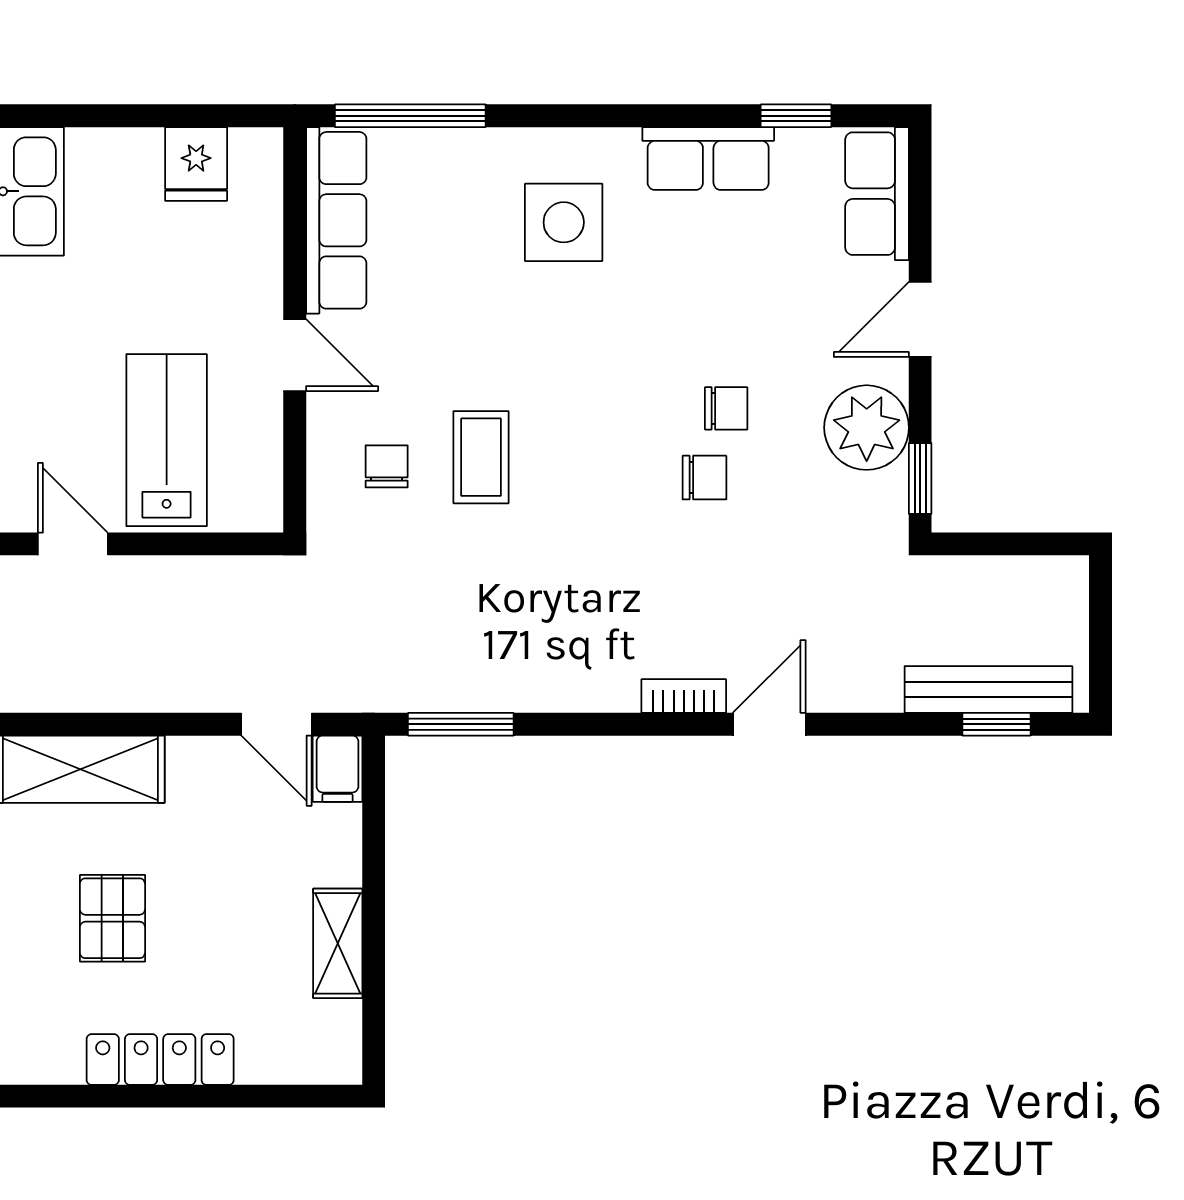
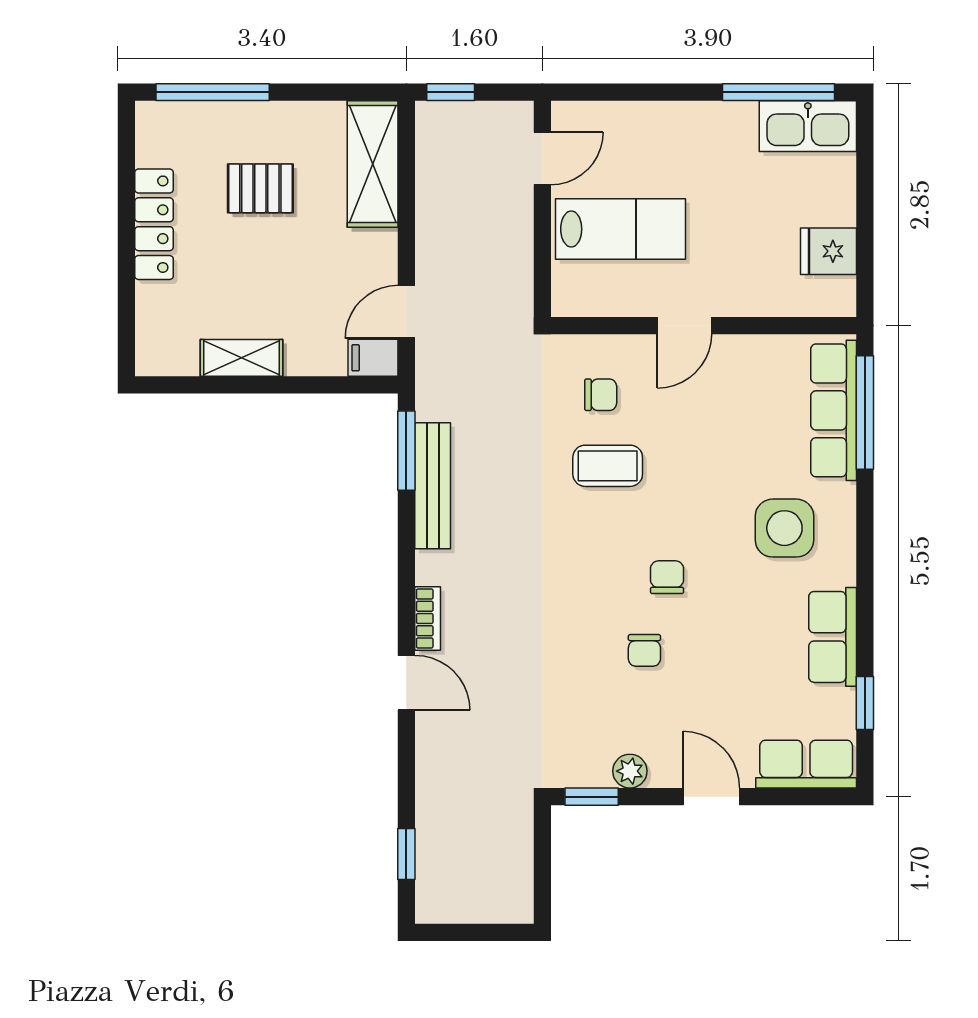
row of seats: (336, 220) -> (834, 410), moved, turned 90
plant: (867, 428) -> (630, 771), width x0.53, depth x0.53
chair: (704, 478) -> (667, 577), moved, turned 180
bench: (988, 690) -> (433, 486), moved

